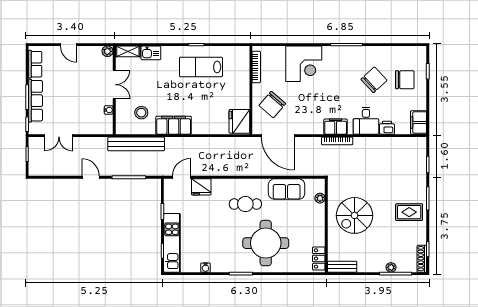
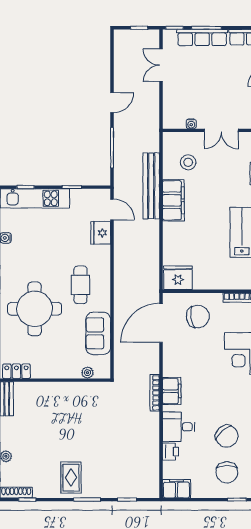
chair: (272, 104) -> (198, 317), turned 130
bench: (136, 144) -> (151, 186), moved
spiral stairs: (354, 215) -> (67, 413), removed

